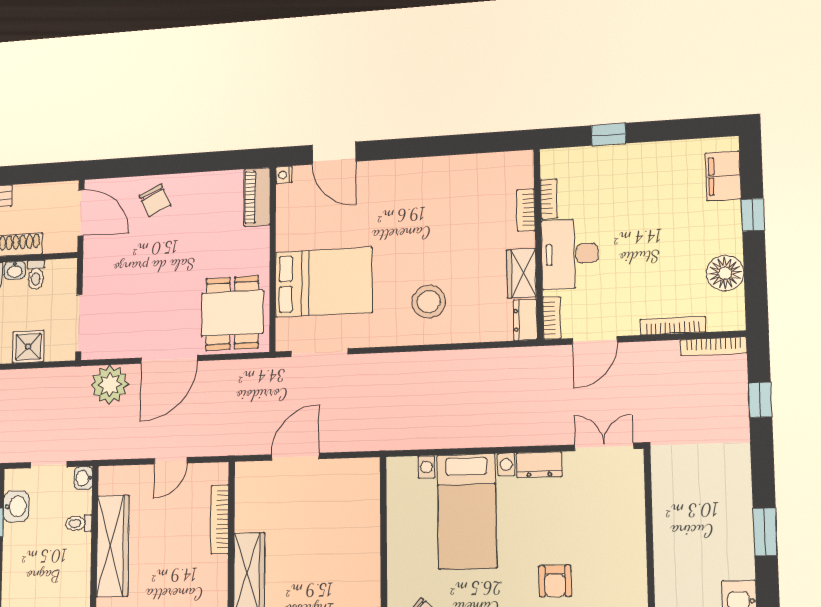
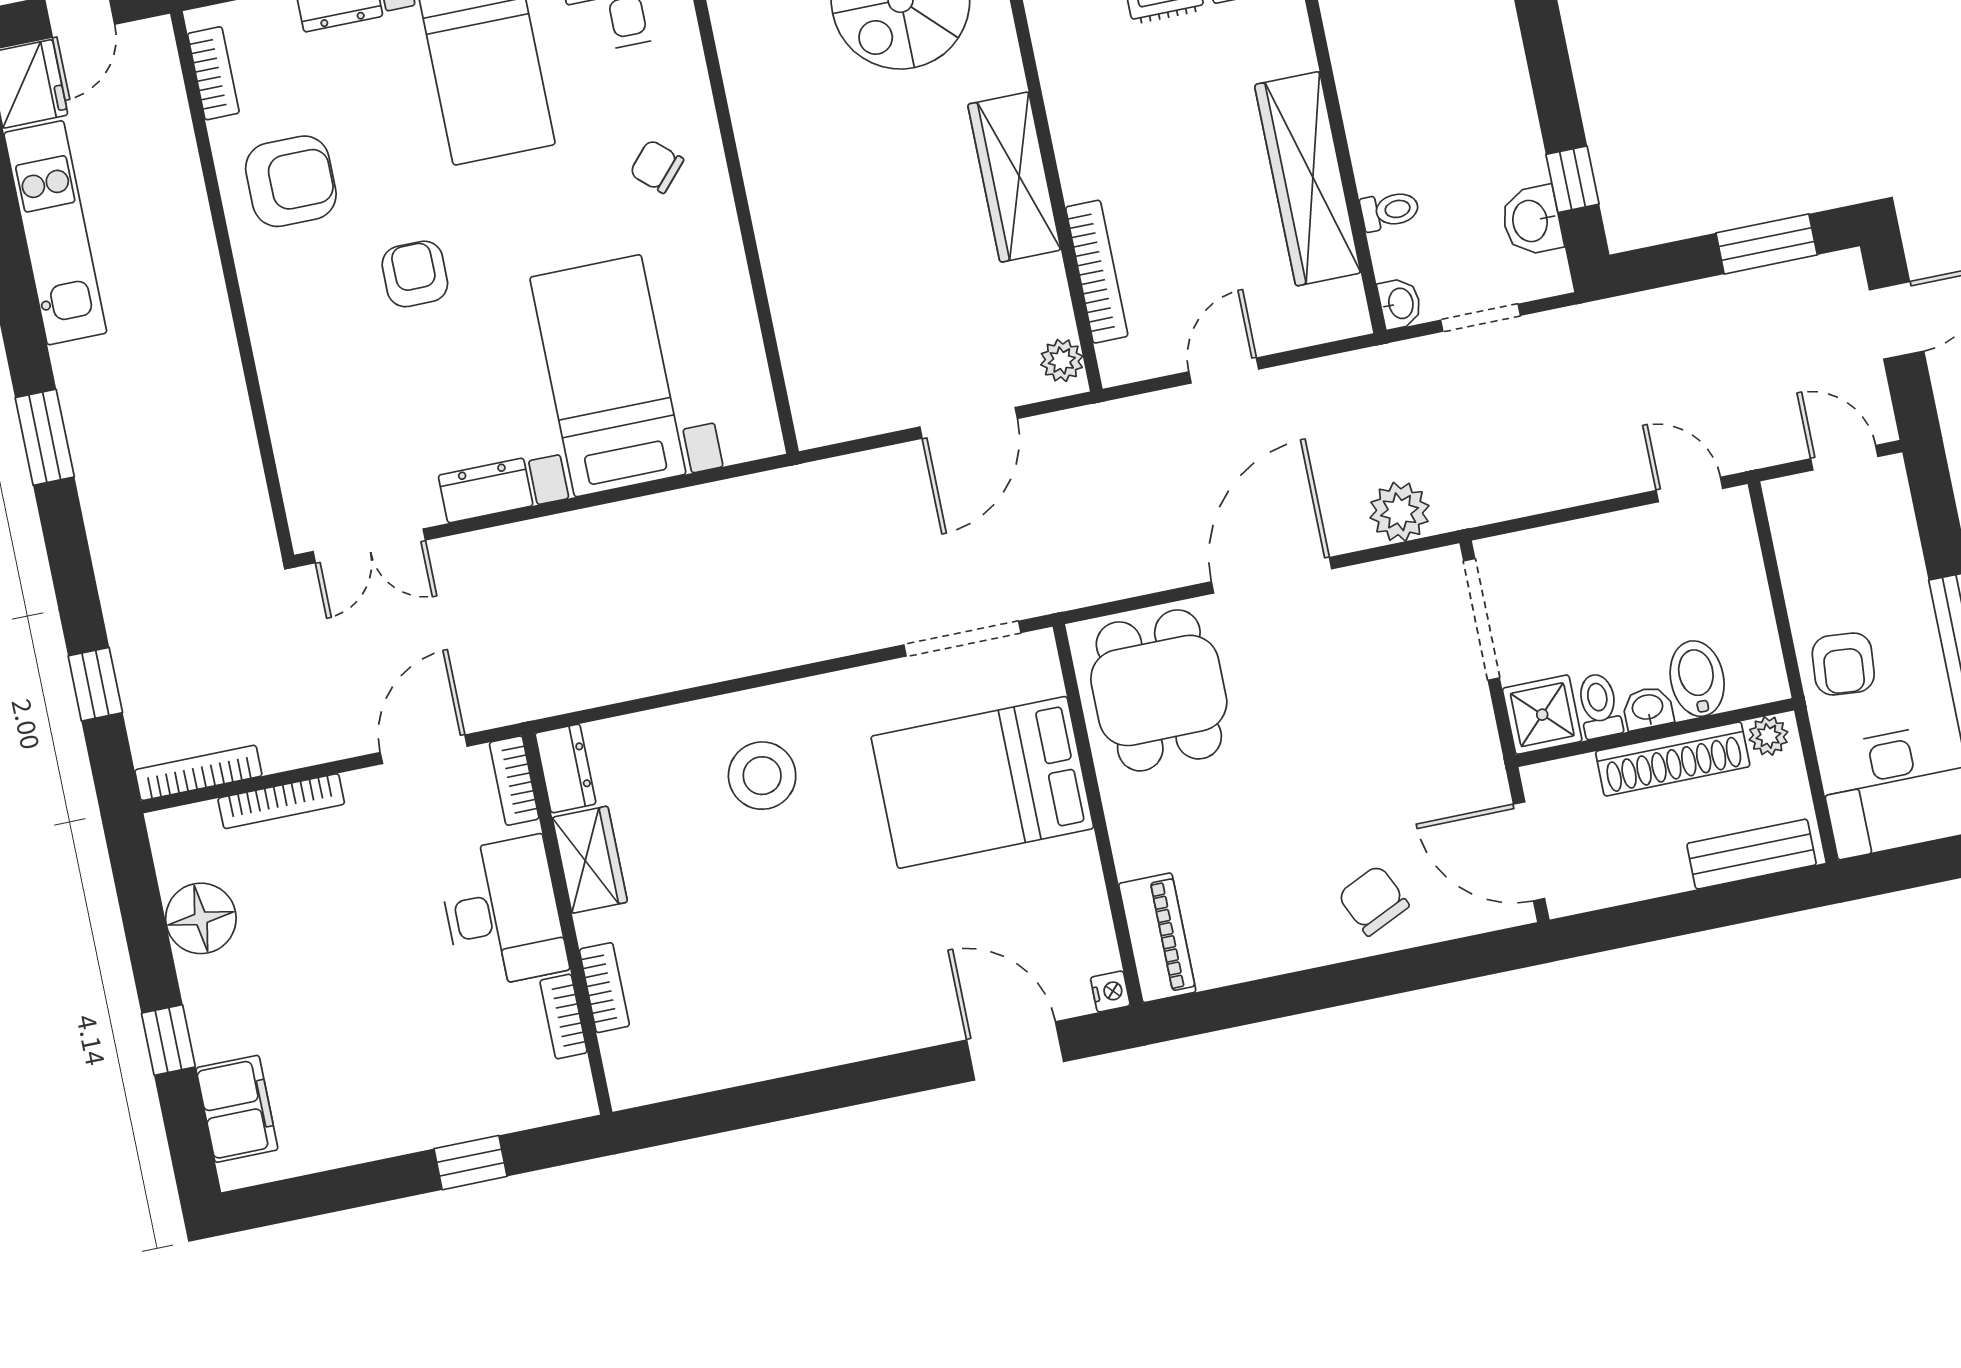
shower: (28, 347) -> (1542, 715), moved
plant: (110, 385) -> (1400, 512), width x0.73, depth x0.73
plant: (245, 479) -> (1062, 360), added

